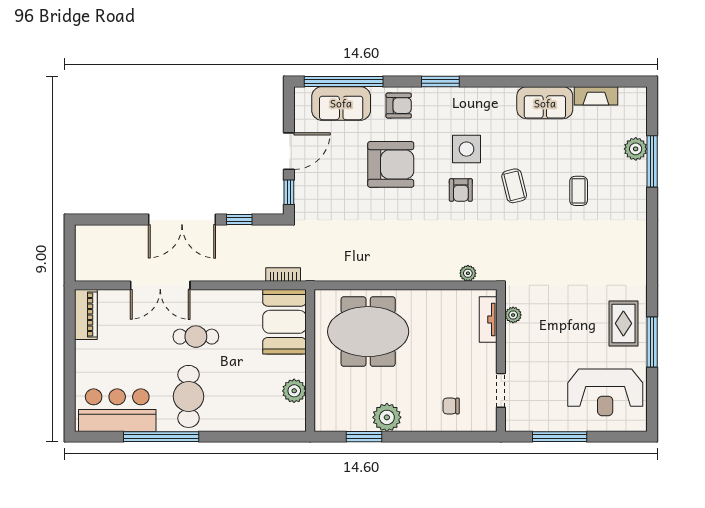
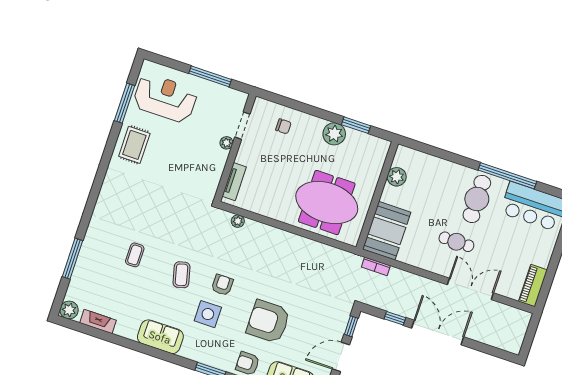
sofa: (545, 103) -> (160, 337), moved
plant: (636, 149) -> (69, 310), moved
plant: (513, 315) -> (226, 143), moved
window: (652, 342) -> (124, 103), moved

